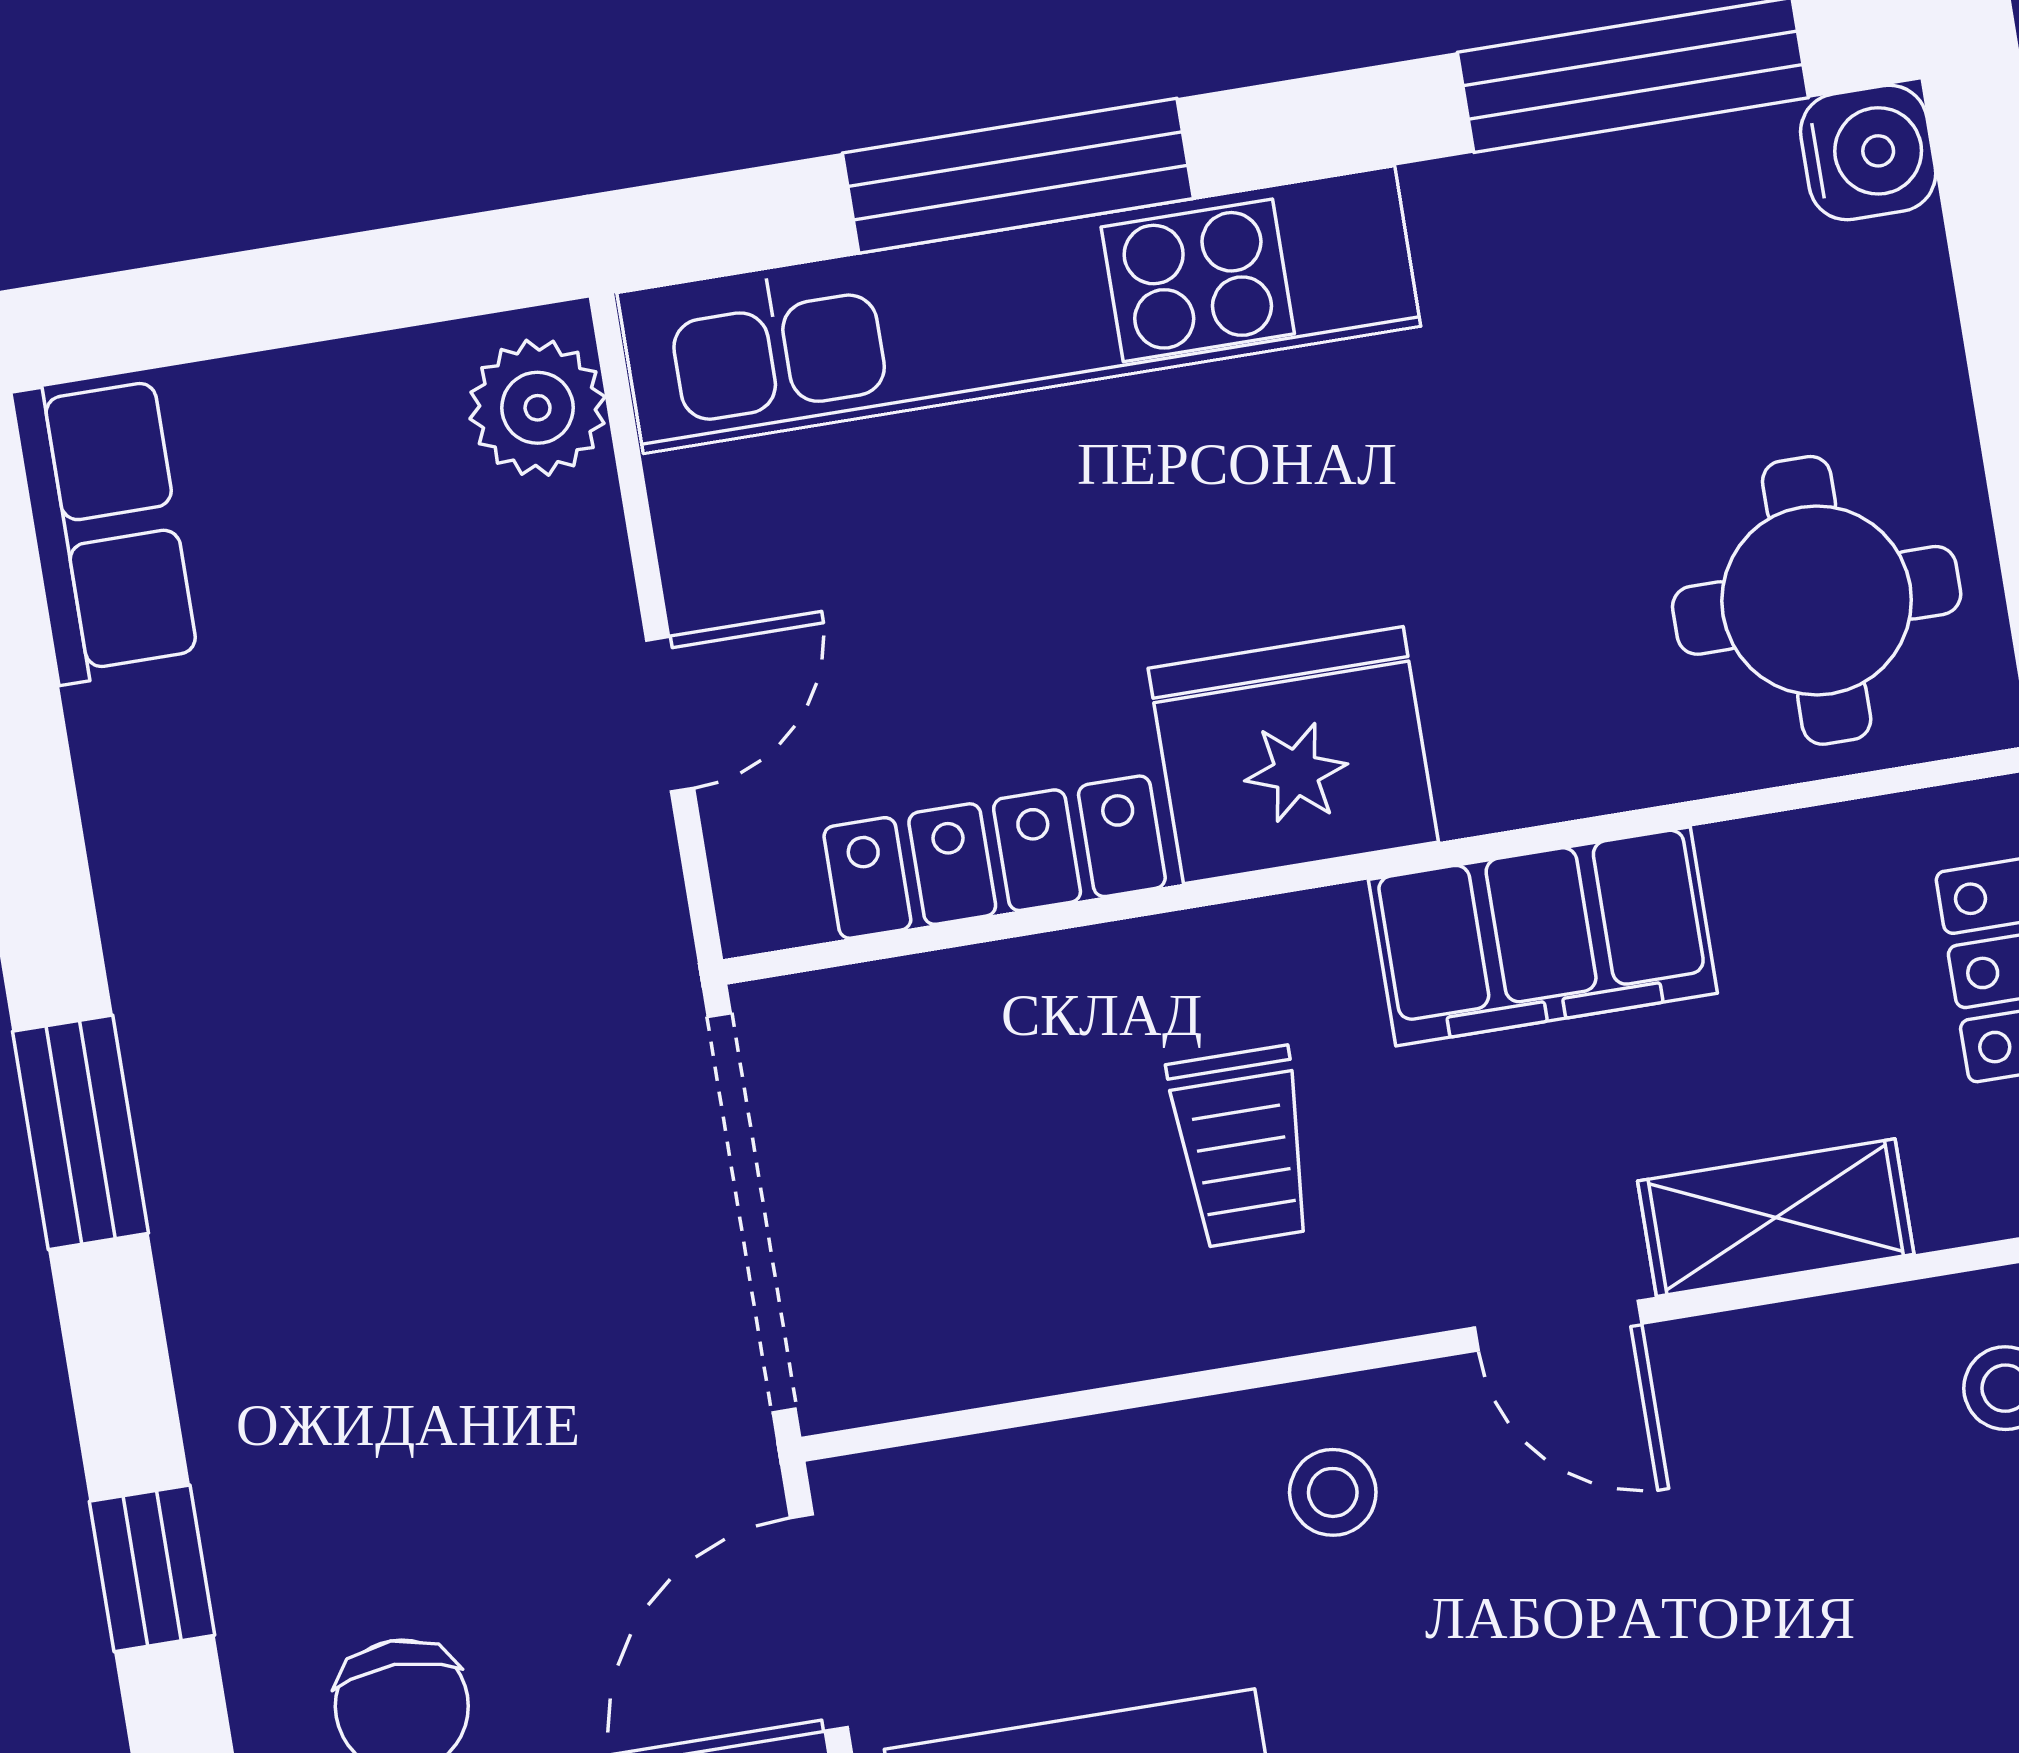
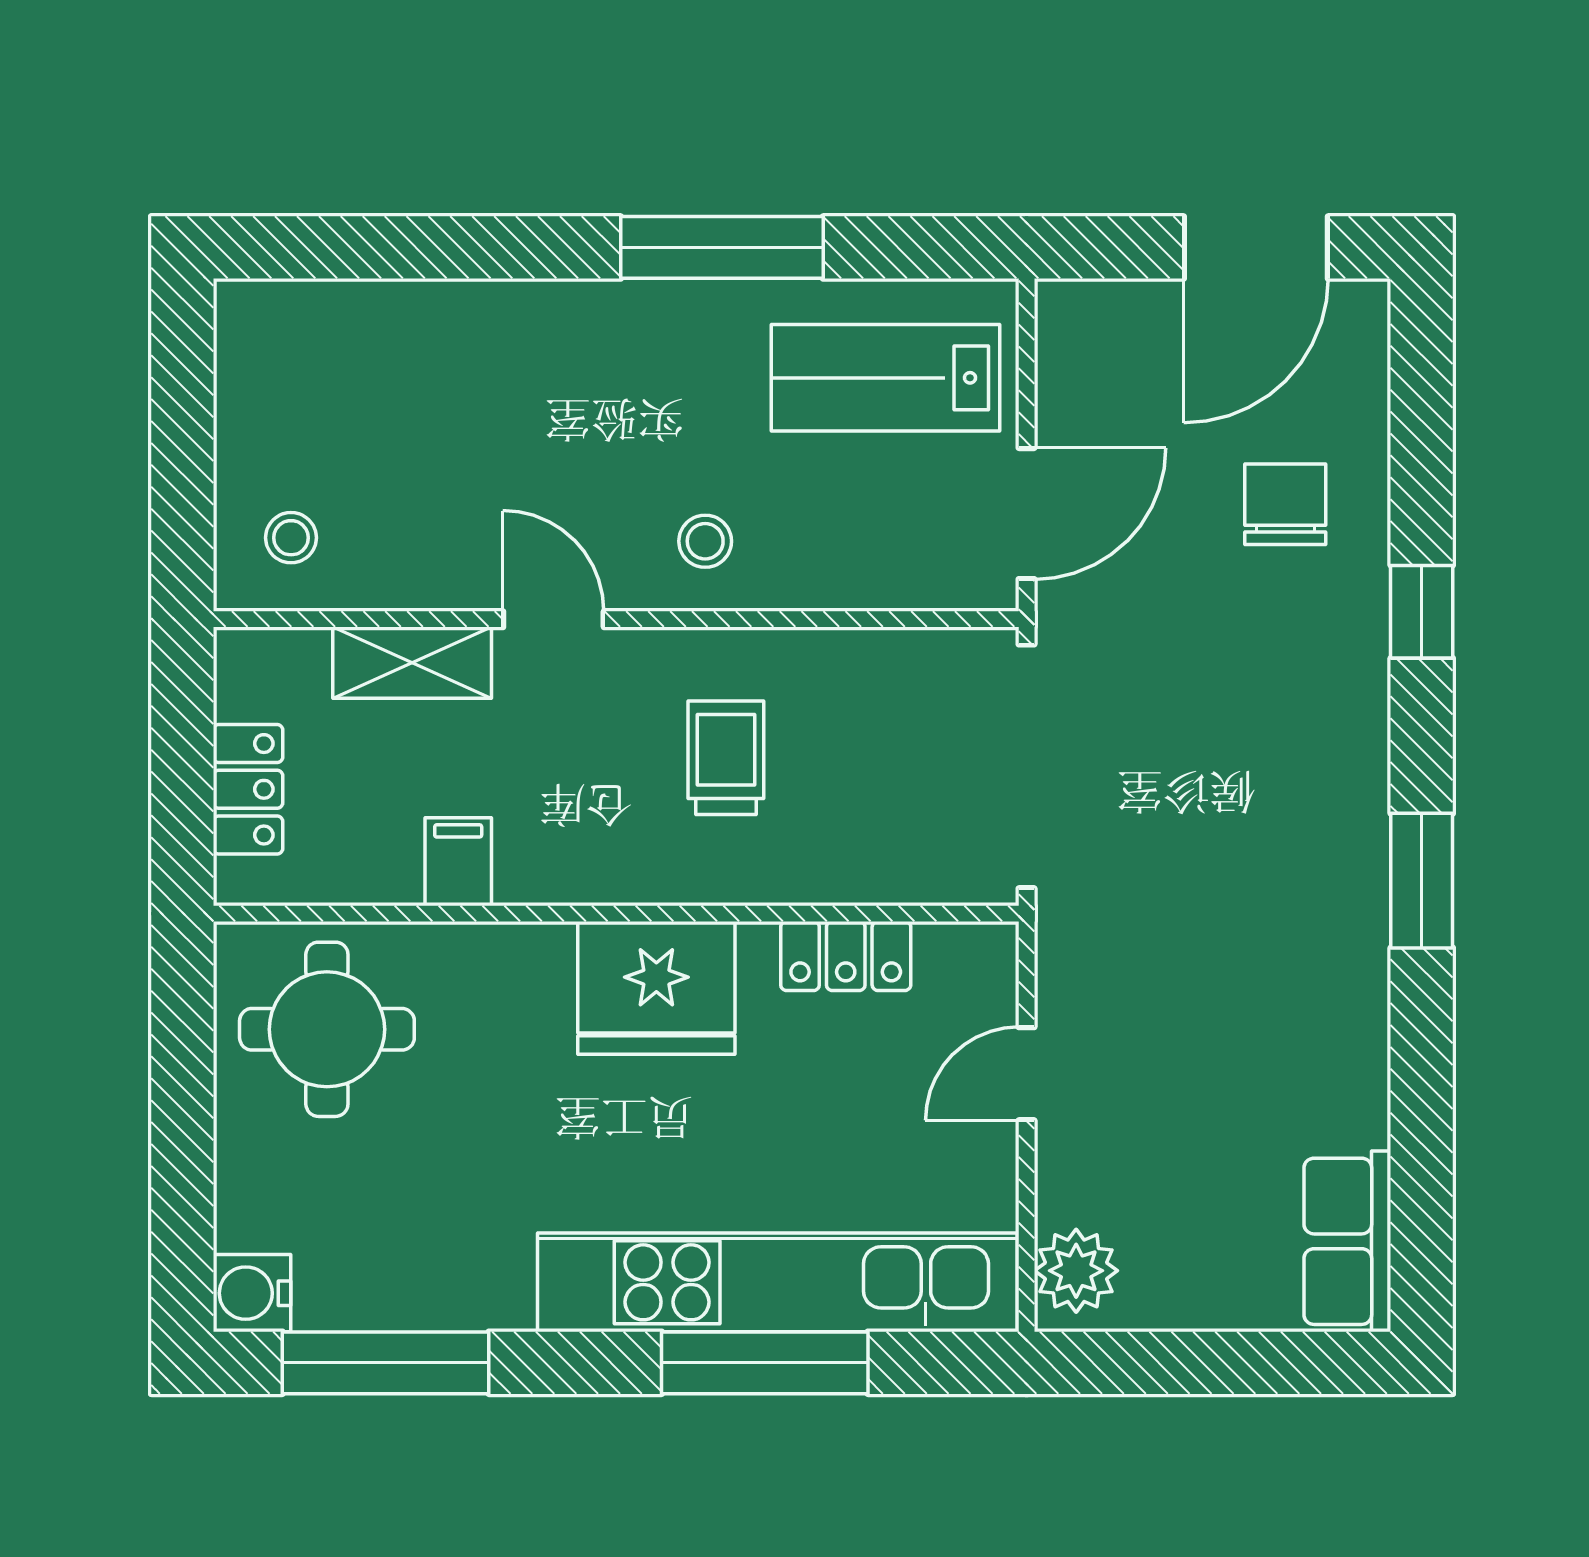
locker: (995, 857) -> (846, 956), width x0.66
filing cabinet: (1543, 936) -> (458, 862), width x0.33, depth x0.86

